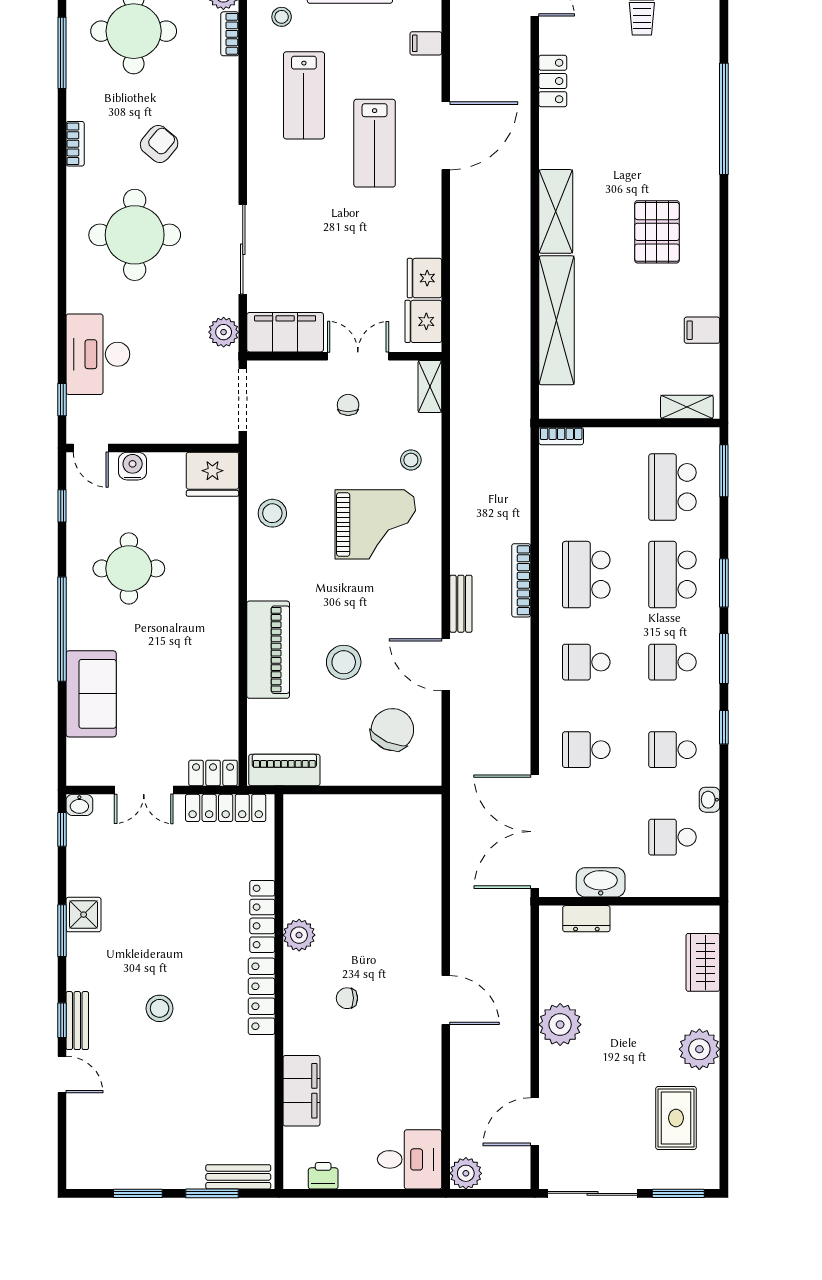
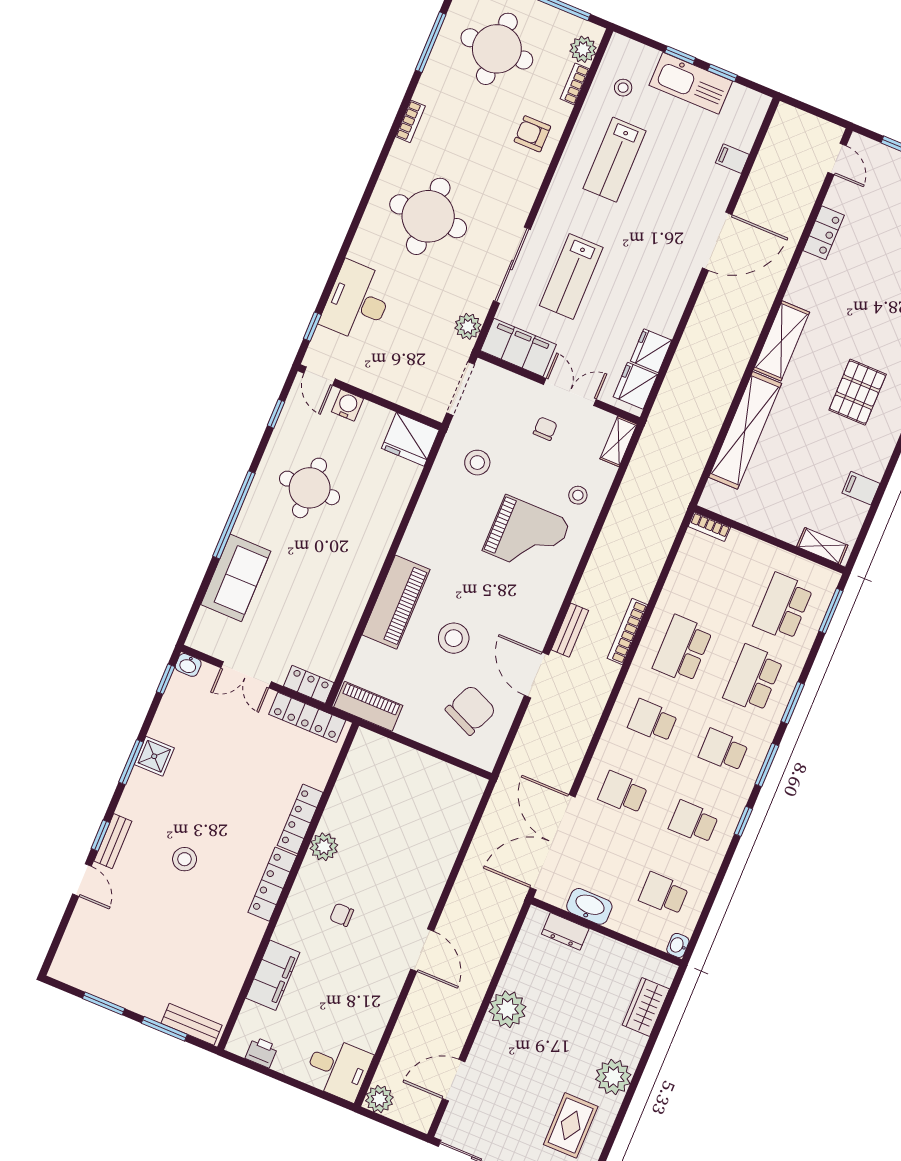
lab bench: (375, 143) -> (571, 277), moved
armchair: (159, 144) -> (532, 134), moved, turned -130
stool: (272, 513) -> (477, 463), moved
washbasin: (710, 800) -> (678, 945), moved

